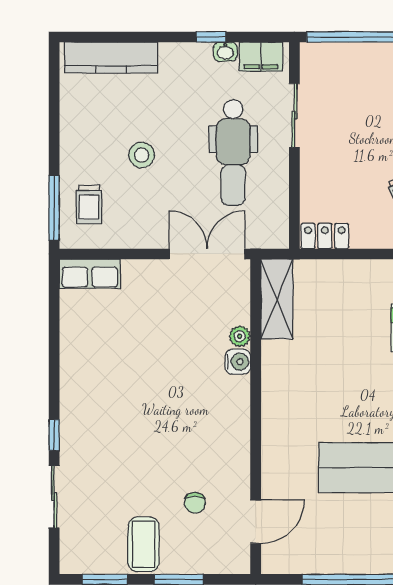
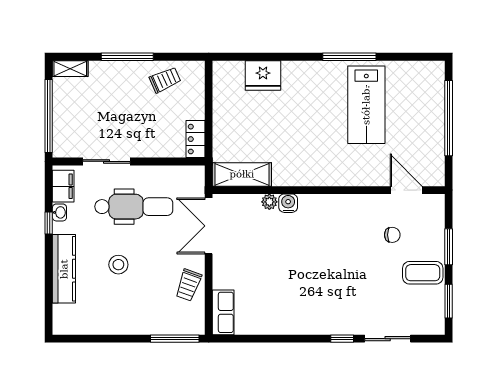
kitchen counter: (111, 58) -> (64, 269), moved
stool: (142, 155) -> (118, 265), moved
trolley: (89, 204) -> (188, 285), moved, turned 110

